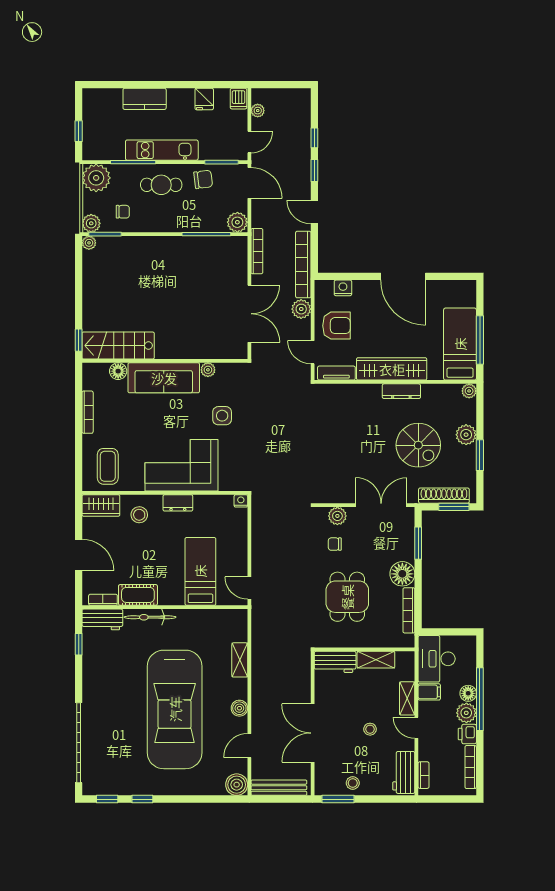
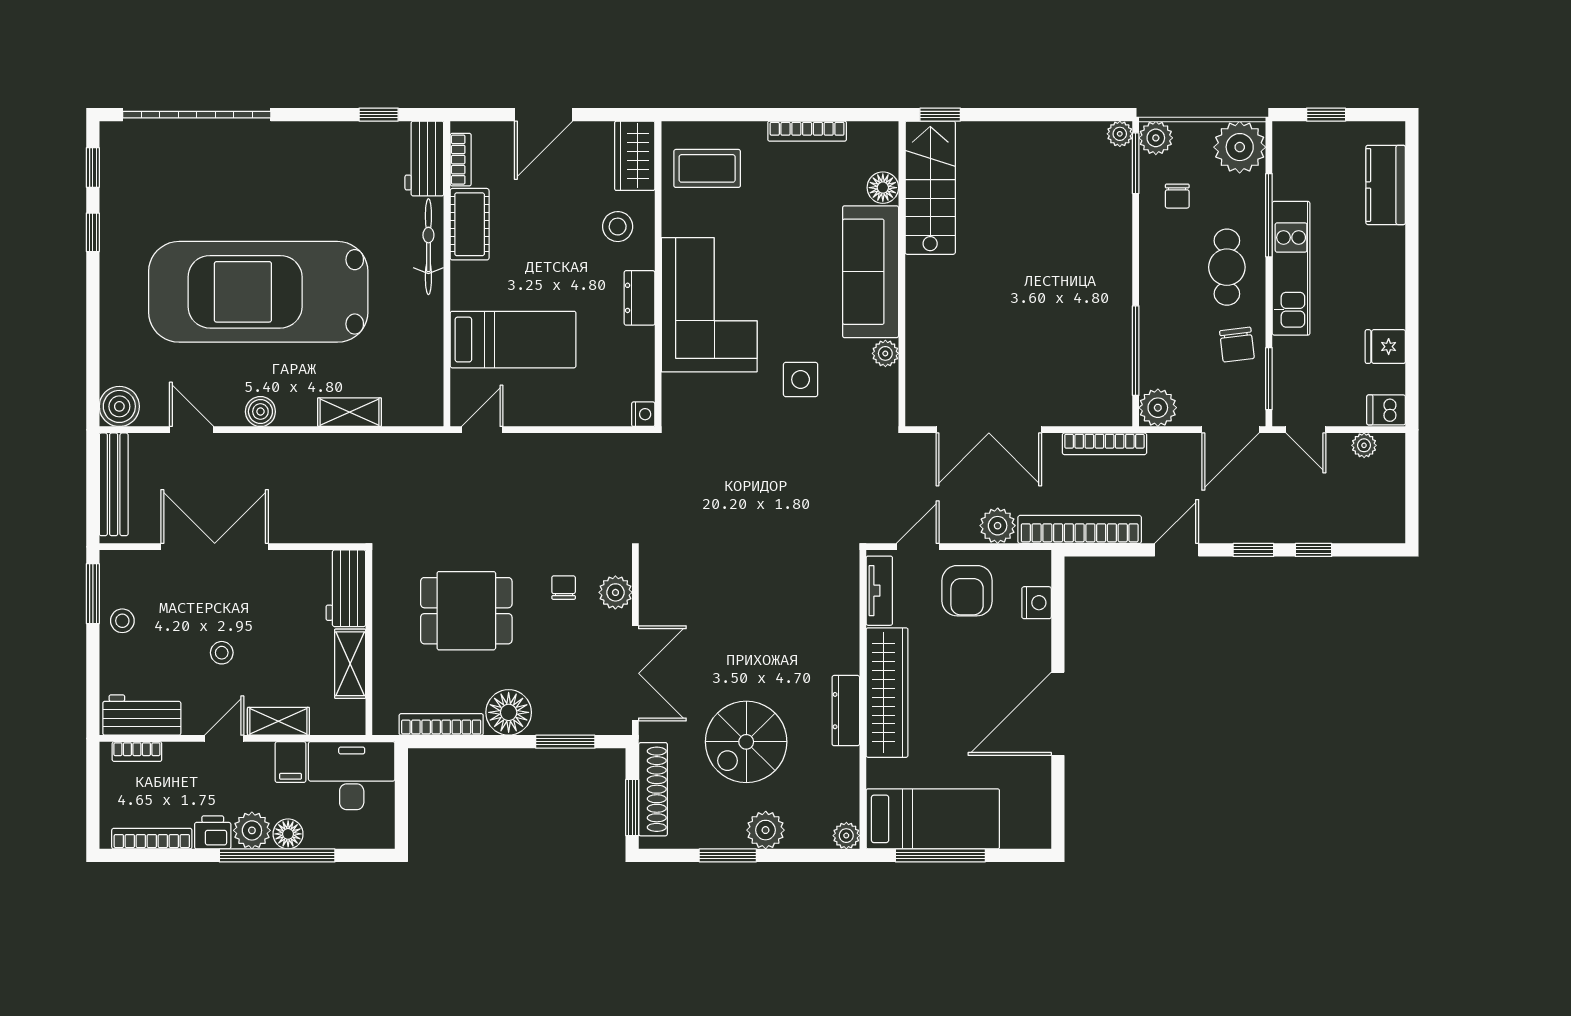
kitchen counter: (145, 99) -> (1386, 185), moved

